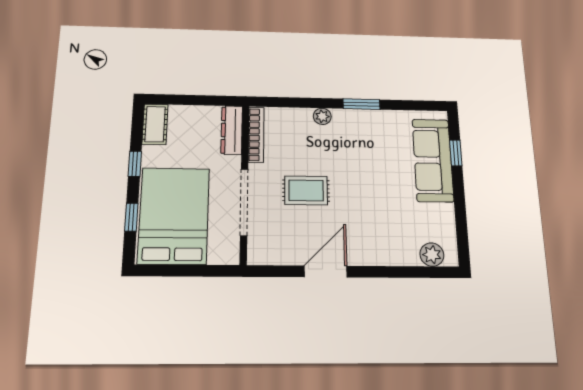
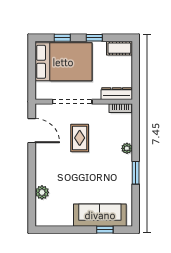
bookcase: (256, 135) -> (120, 108), width x0.64
plant: (432, 255) -> (42, 192), moved
door: (326, 272) -> (32, 131), moved

